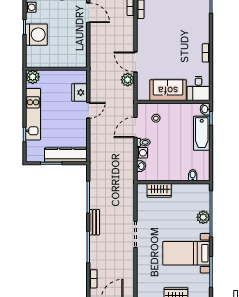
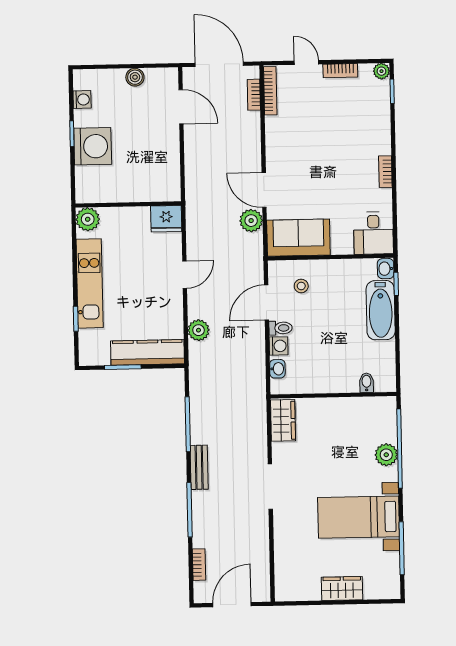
sofa: (168, 90) -> (298, 238), moved
fridge: (79, 92) -> (166, 219), moved, turned -90
plant: (96, 143) -> (199, 330), added
wardrobe: (159, 190) -> (283, 420), moved, turned -90

